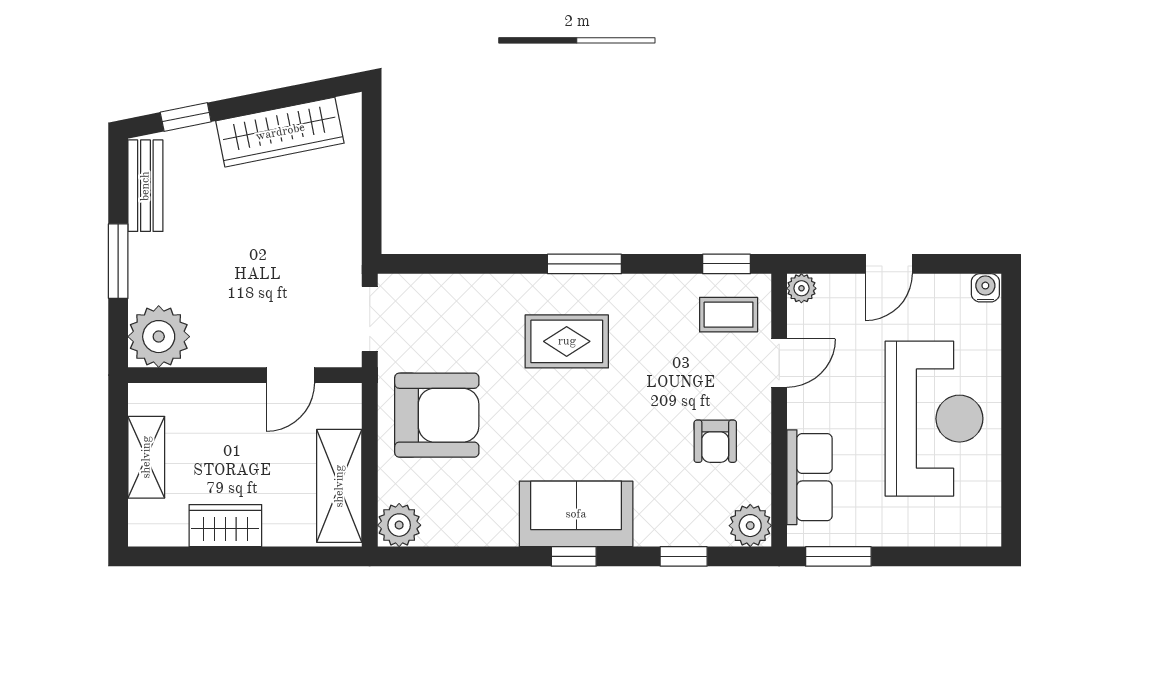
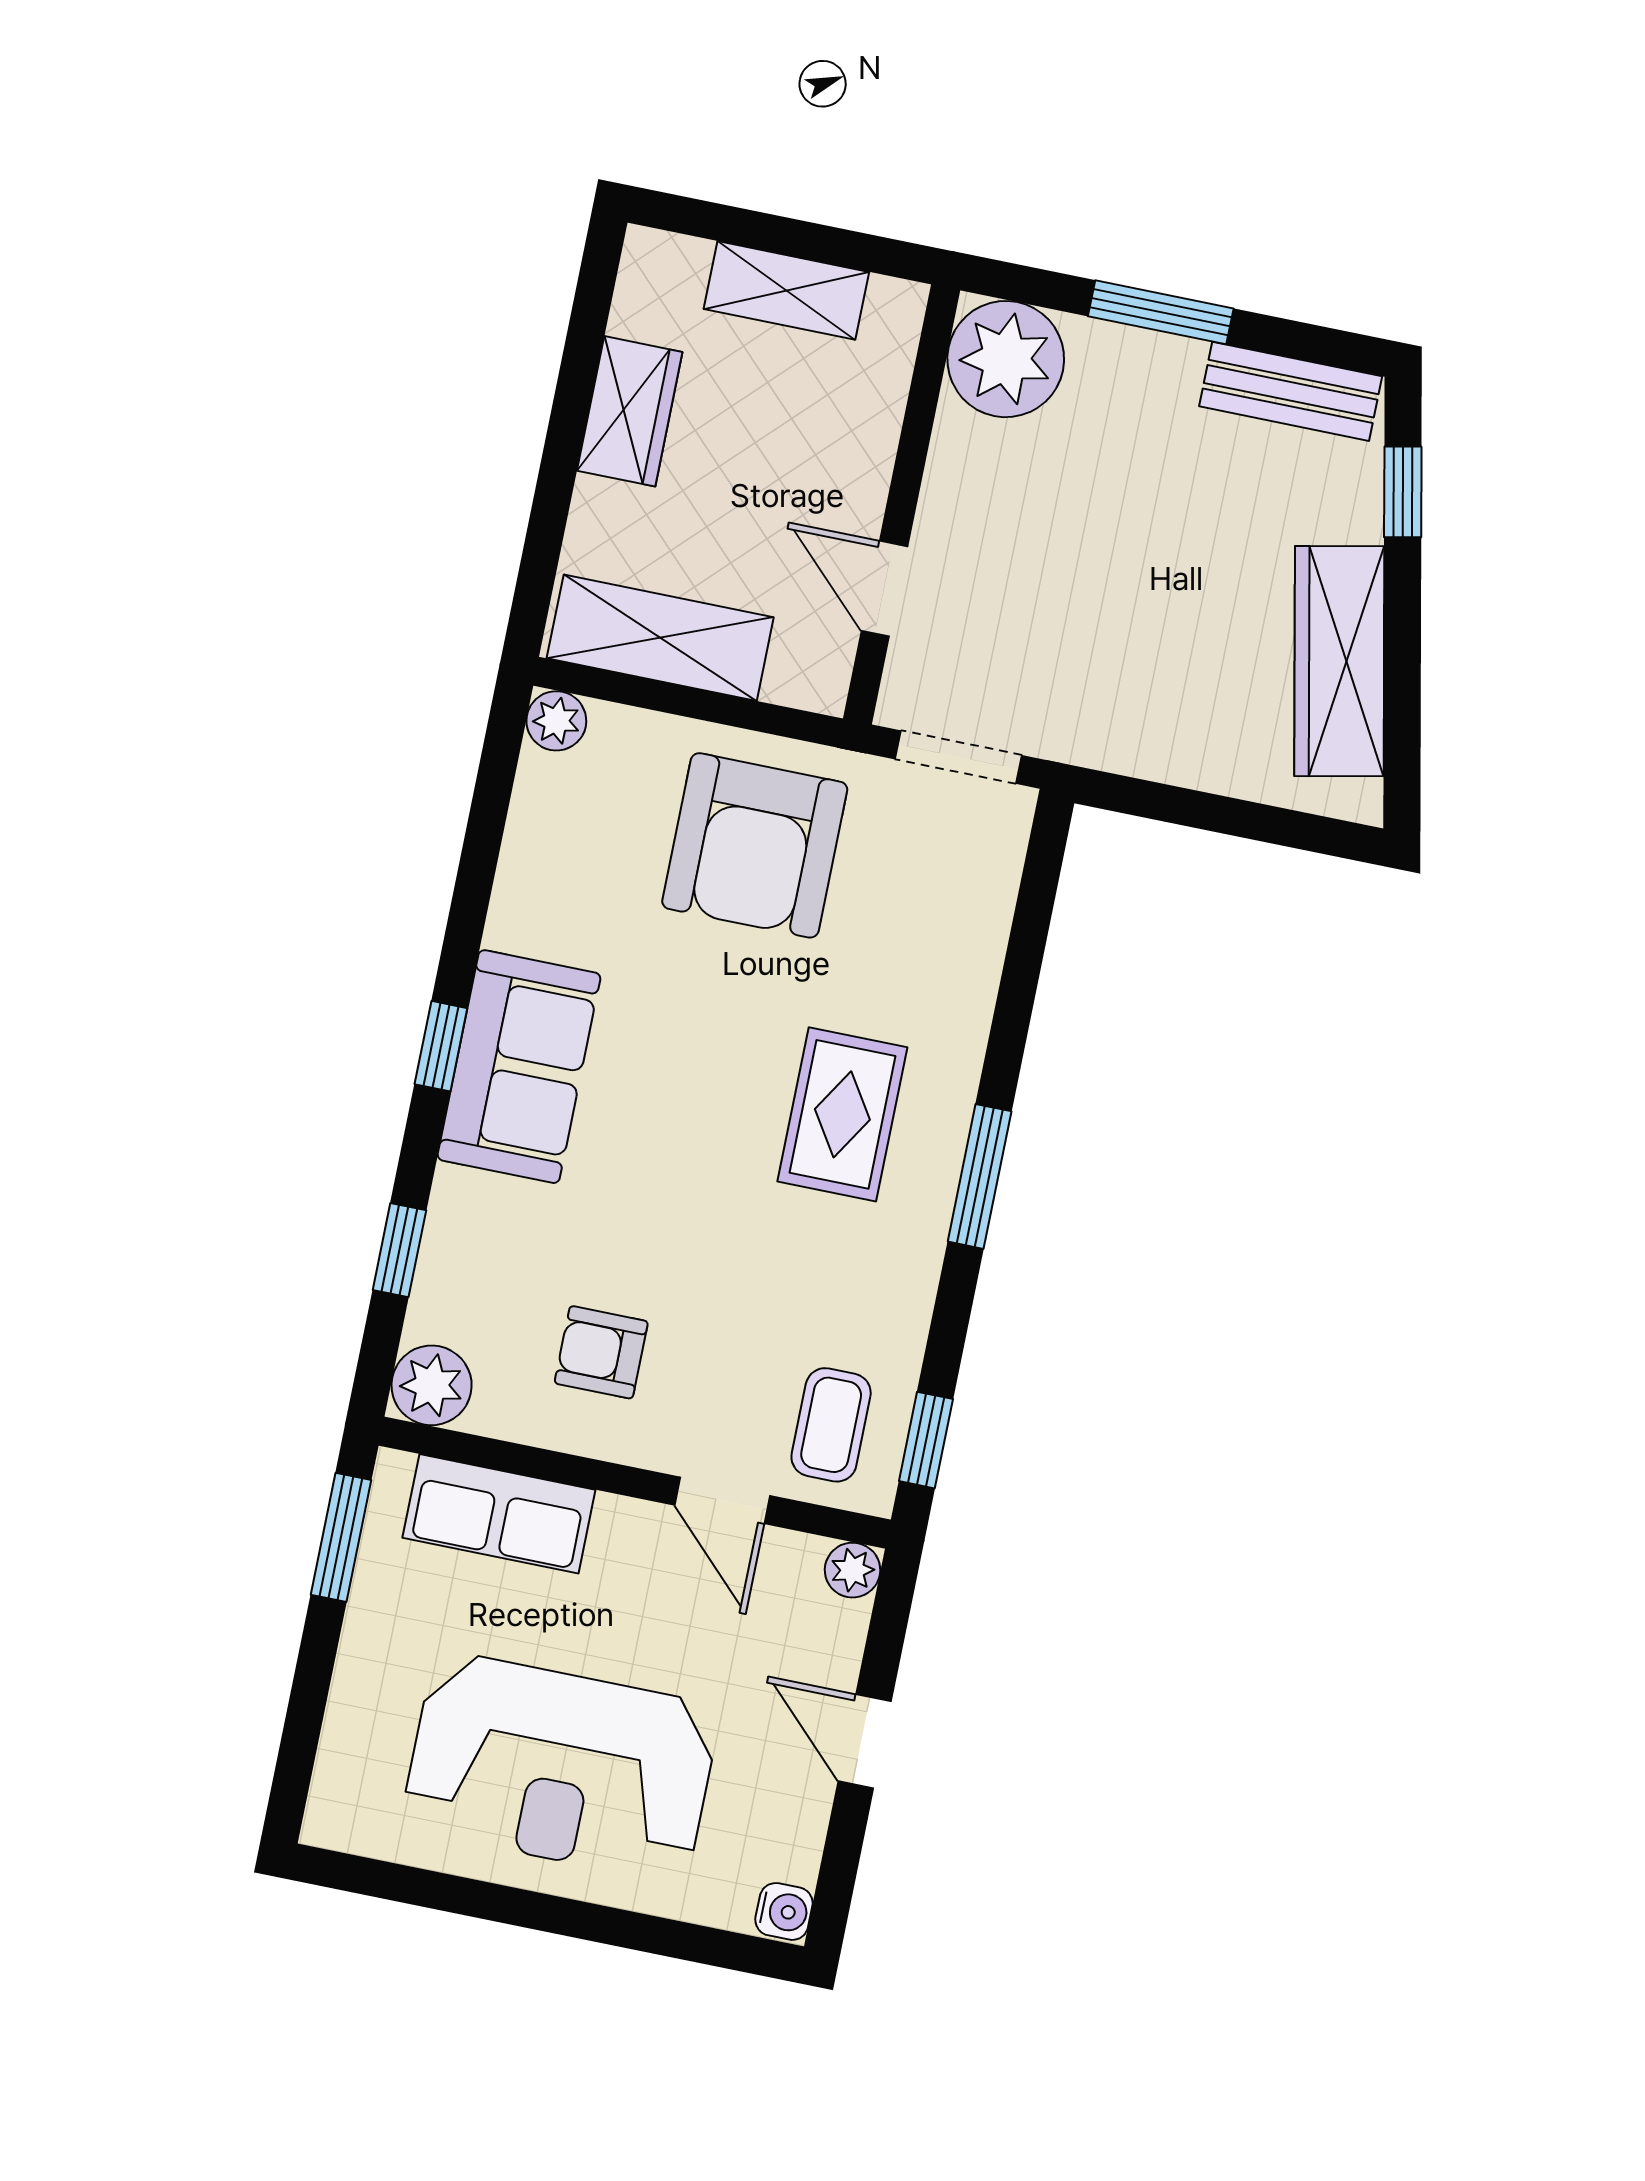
plant: (399, 525) -> (556, 721), width x0.73, depth x0.73

